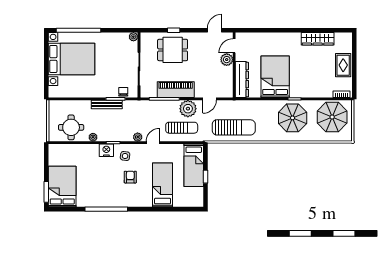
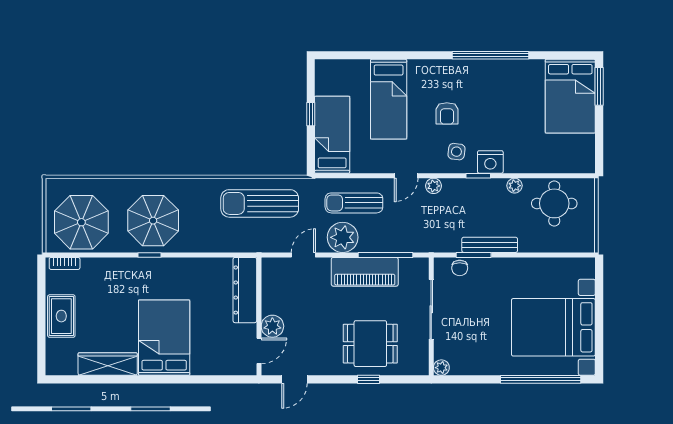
bed: (275, 77) -> (164, 338), moved, turned 180

